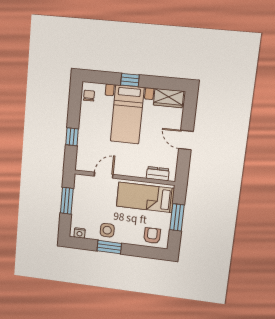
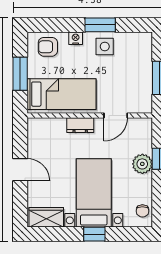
plant: (86, 134) -> (142, 164), added
dresser: (158, 174) -> (80, 125), moved
nightstand: (80, 233) -> (76, 38), moved
armchair: (152, 236) -> (48, 47), turned 90

